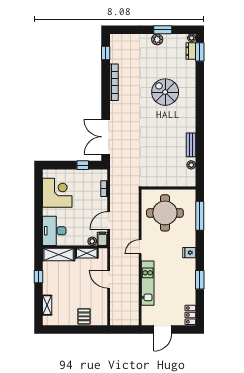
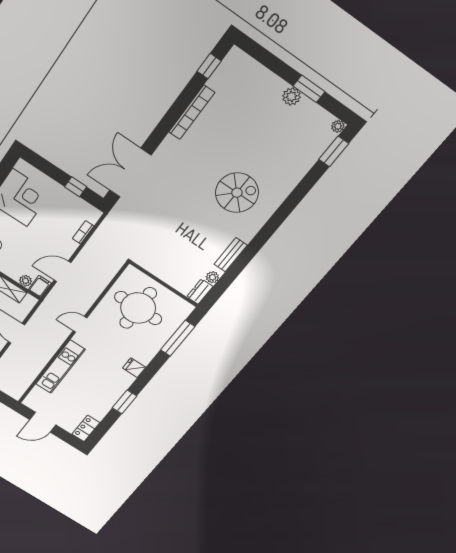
dresser: (191, 51) -> (200, 292), moved
spiral stairs: (165, 92) -> (237, 193), moved, turned 90

